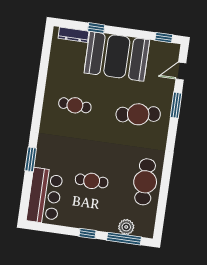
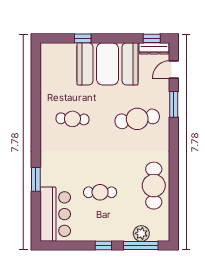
dresser: (73, 35) -> (154, 48), moved

